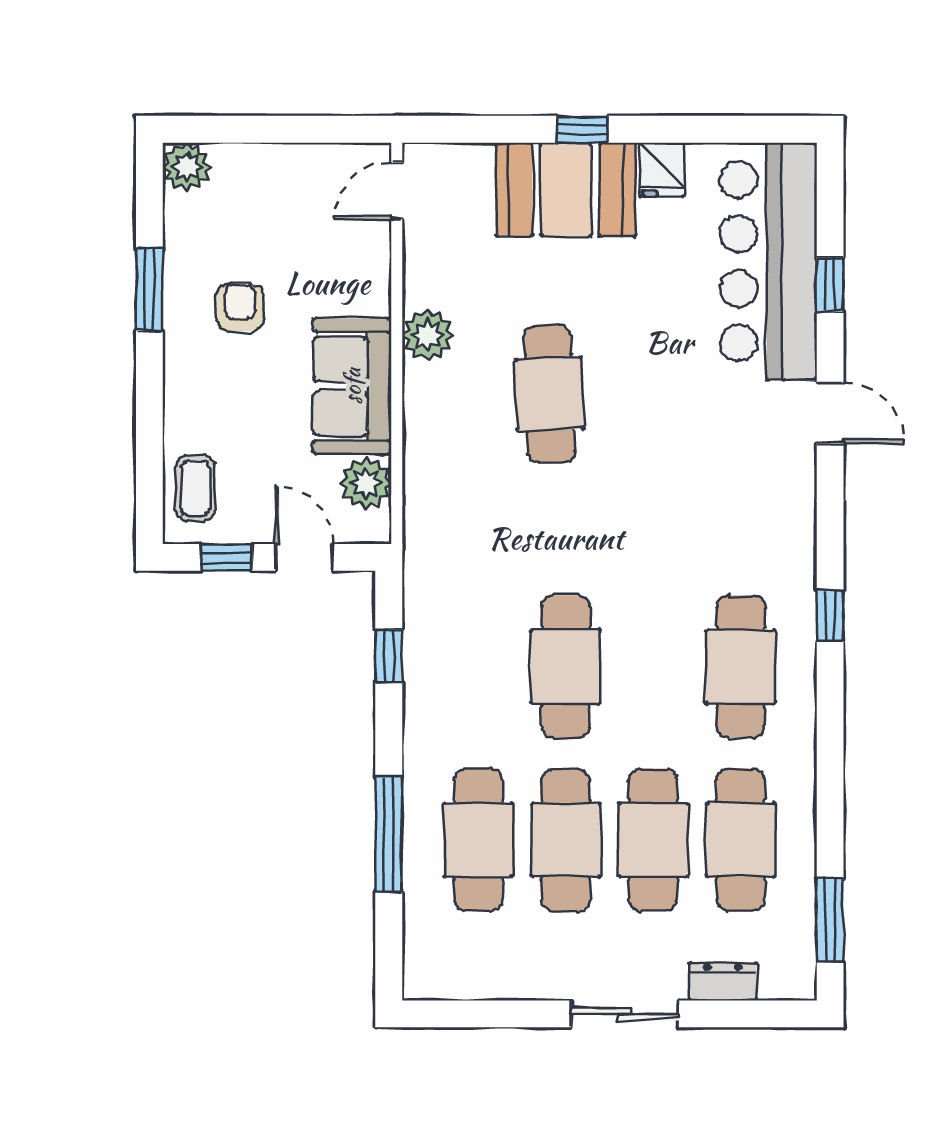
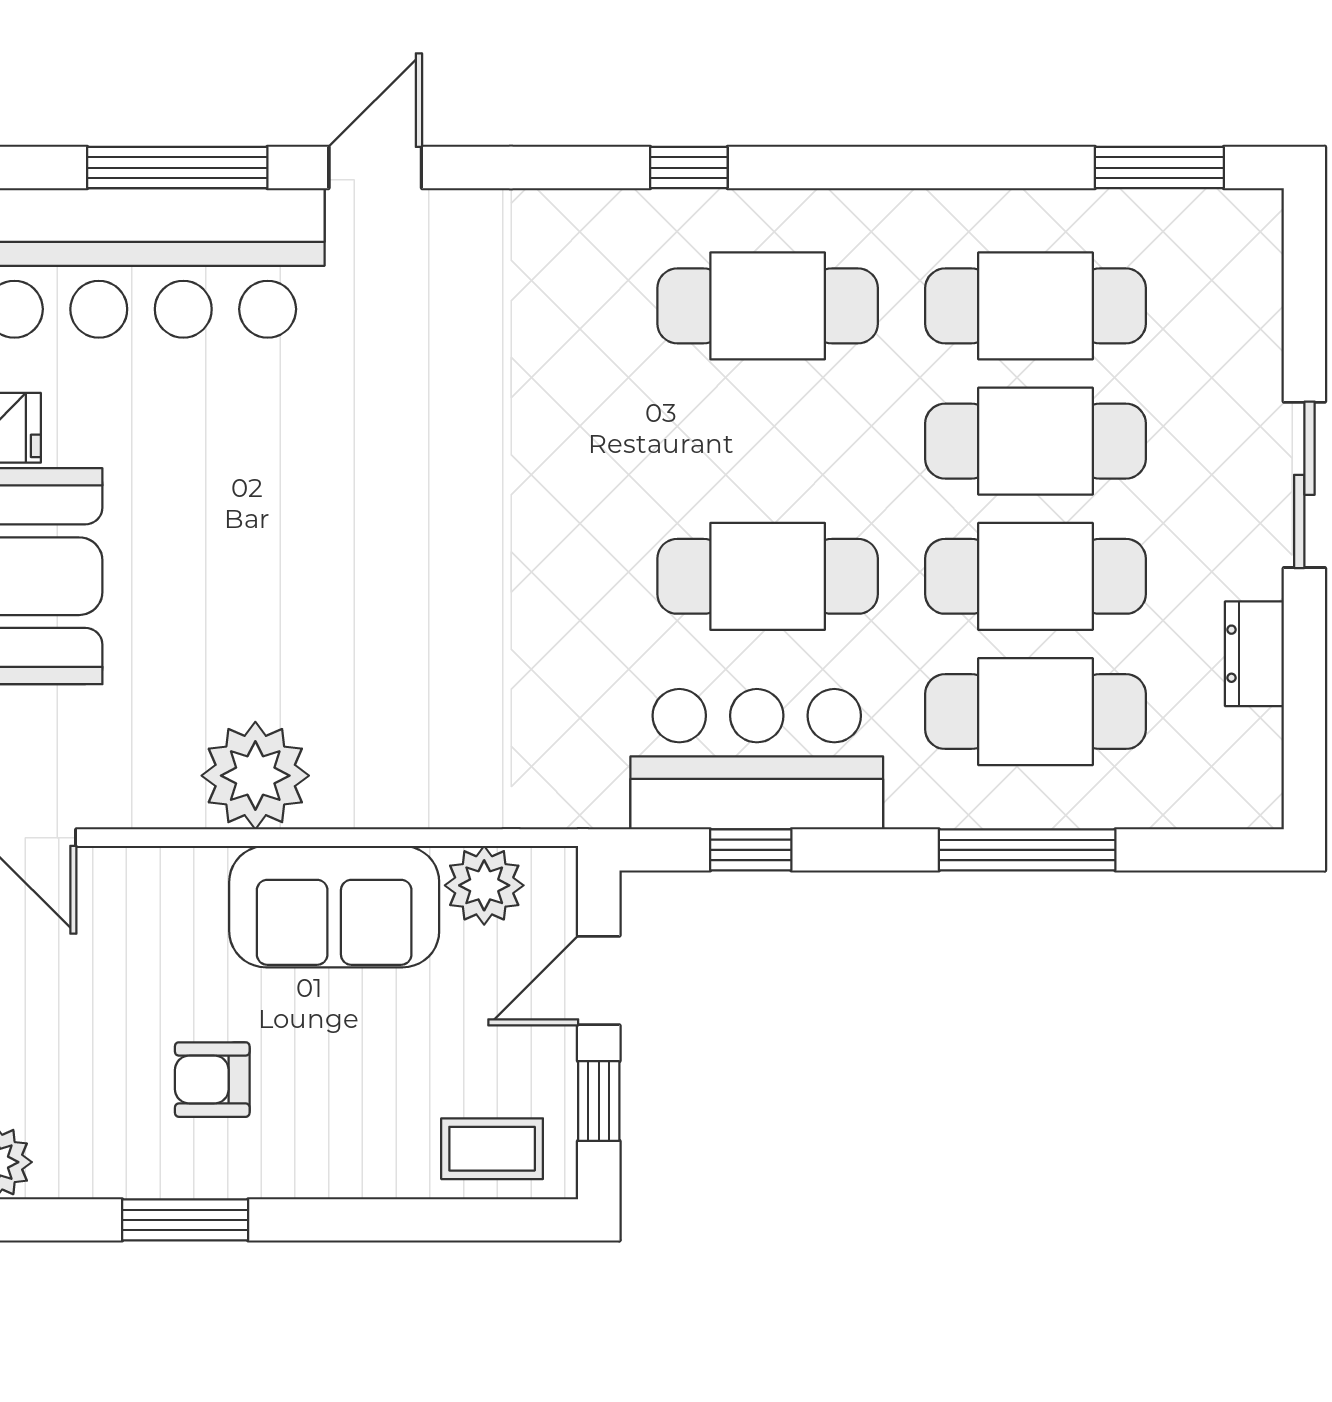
window: (830, 285) -> (177, 168), width x2.17
plant: (428, 335) -> (255, 776), width x1.36, depth x1.36
cafe table: (549, 394) -> (346, 602), removed
bar counter: (447, 660) -> (757, 759), added
dresser: (723, 982) -> (1254, 654), moved

